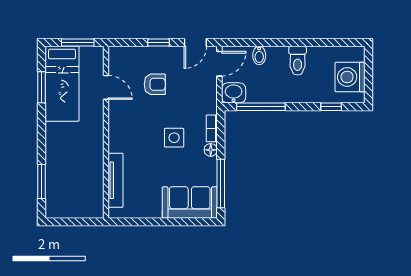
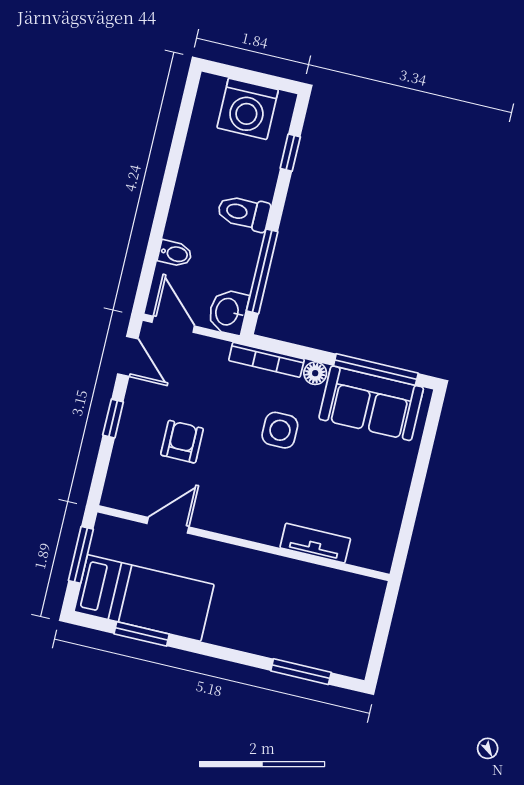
toilet: (298, 61) -> (244, 213), moved, turned 180
bookcase: (212, 128) -> (266, 360), width x1.56
tv unit: (115, 180) -> (315, 543), width x0.71
sofa: (190, 202) -> (371, 403), moved, turned -90

